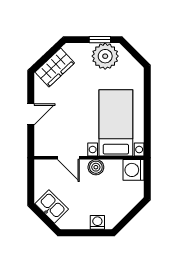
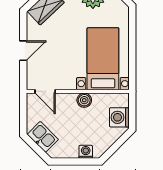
door: (68, 158) -> (45, 91), moved
washing machine: (133, 170) -> (119, 117), moved

